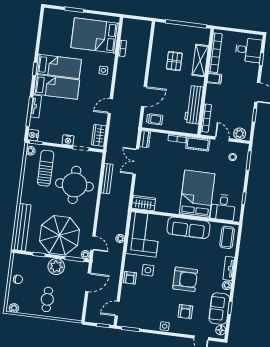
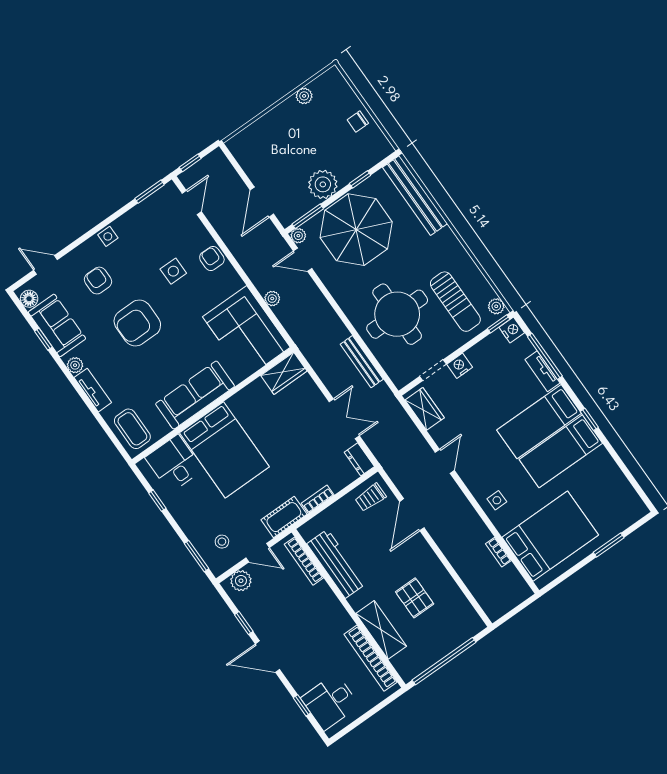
filing cabinet: (214, 78) -> (341, 623), removed
side table: (148, 270) -> (173, 271), moved
cafe table: (47, 299) -> (295, 130), removed
plant: (14, 308) -> (304, 96), moved

